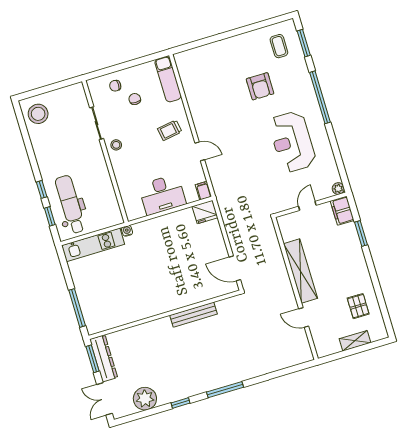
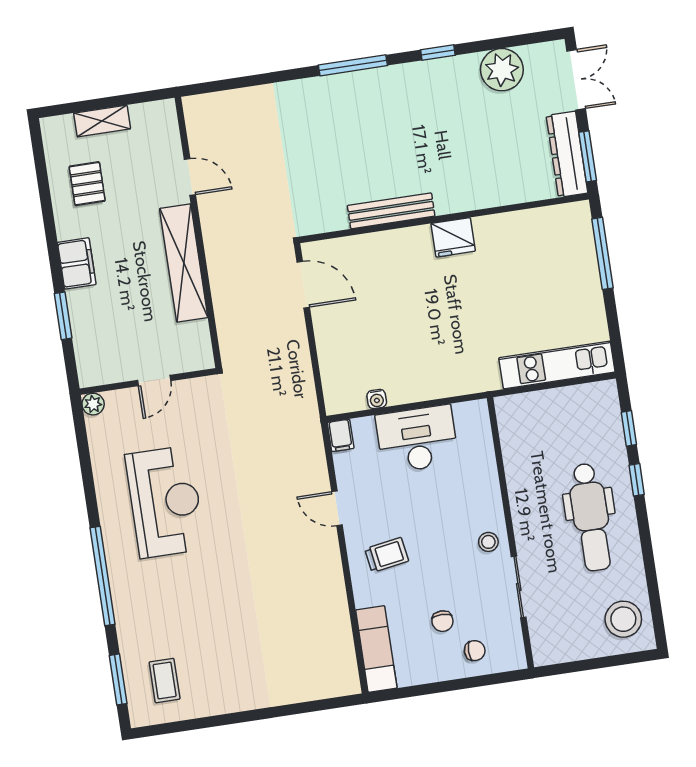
armchair: (260, 86) -> (210, 612), removed
dental chair: (70, 204) -> (591, 517), moved
filing cabinet: (342, 211) -> (77, 263), moved
fridge: (205, 212) -> (453, 237), moved, turned 180
water cooler: (127, 231) -> (377, 399), moved

